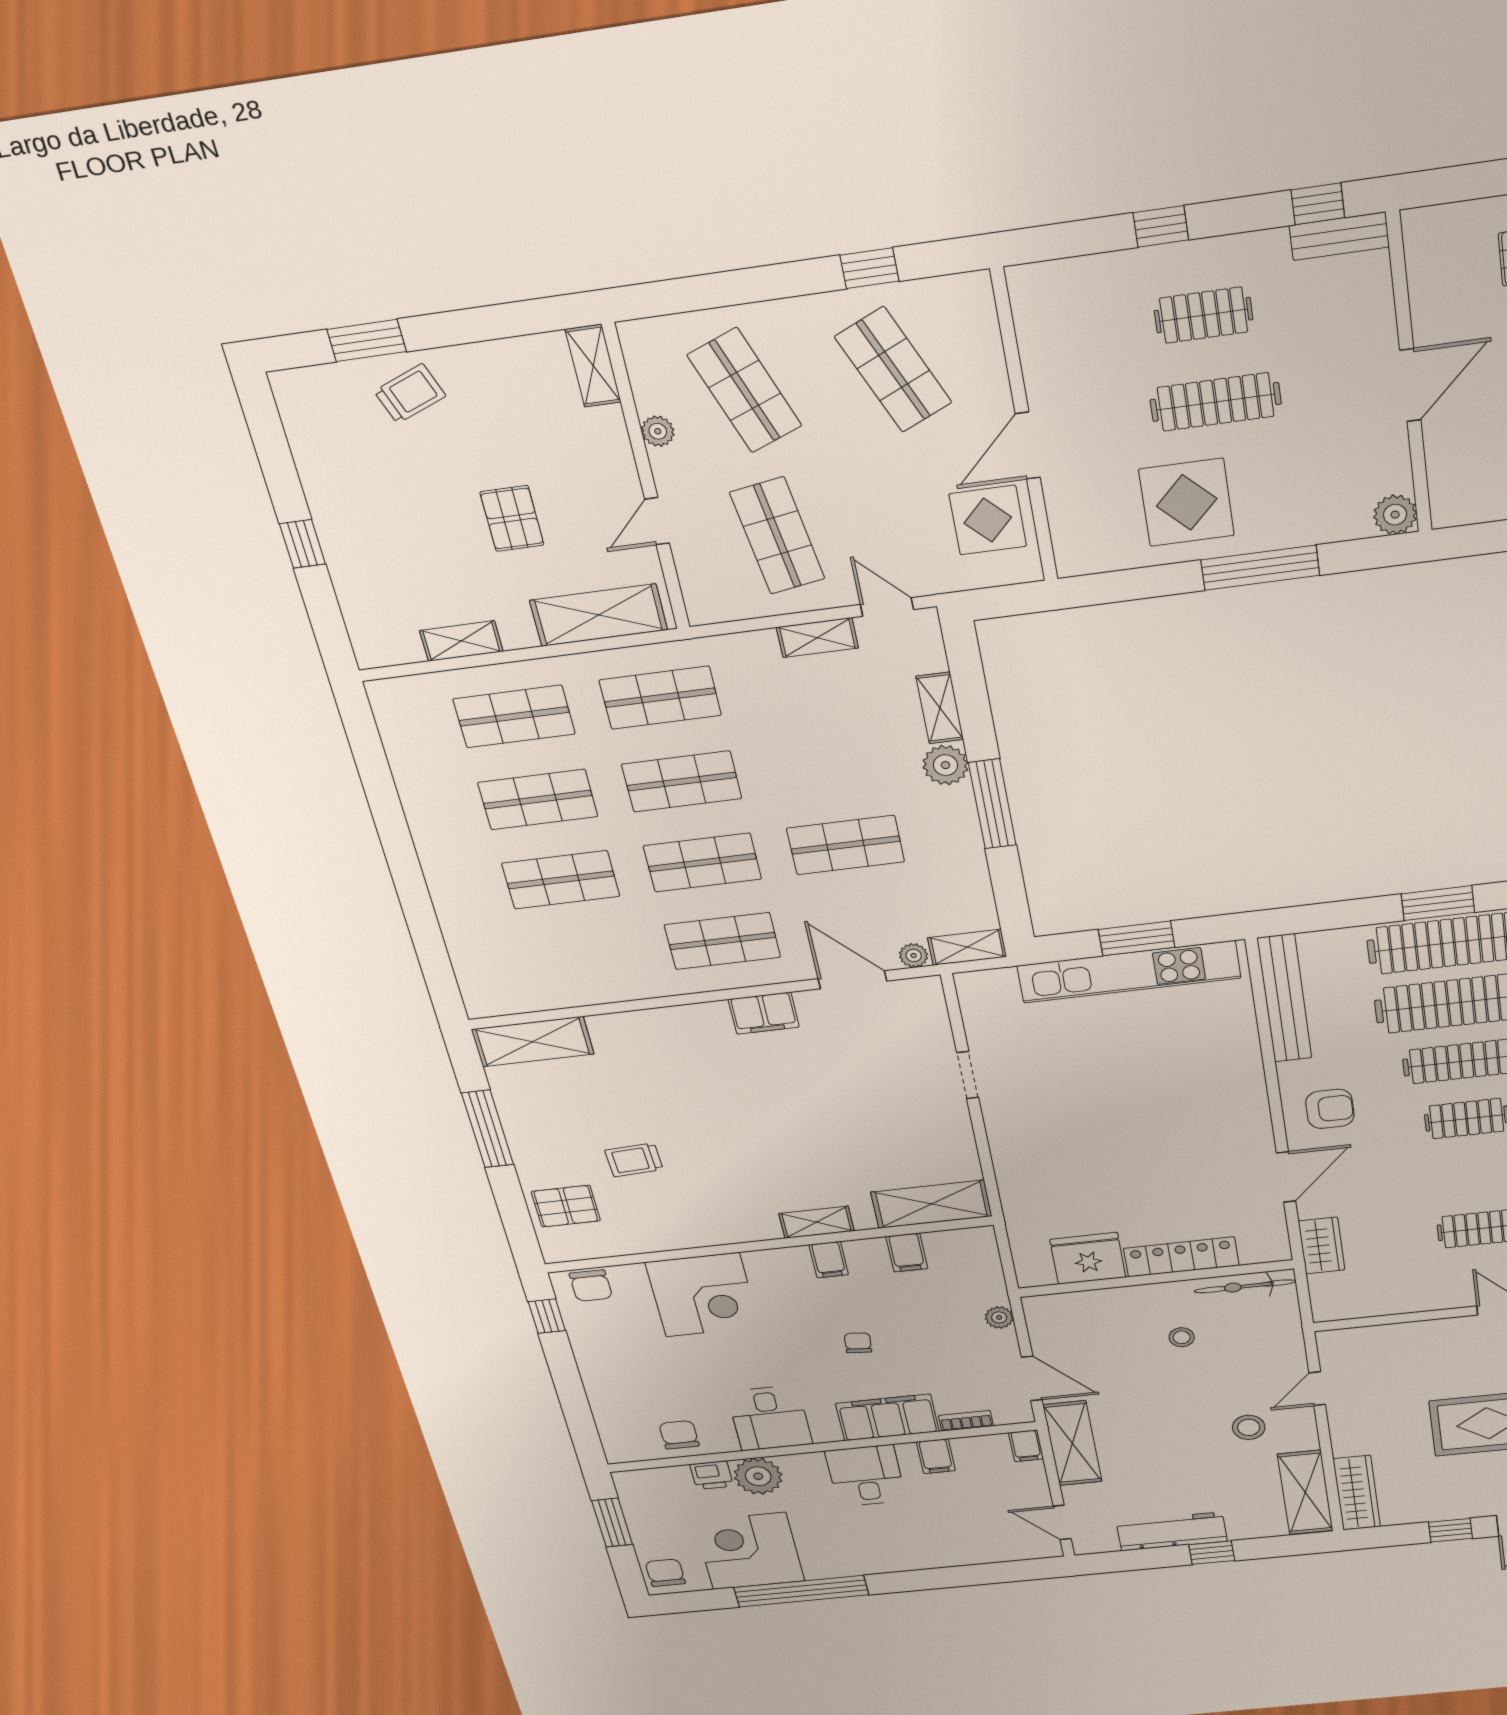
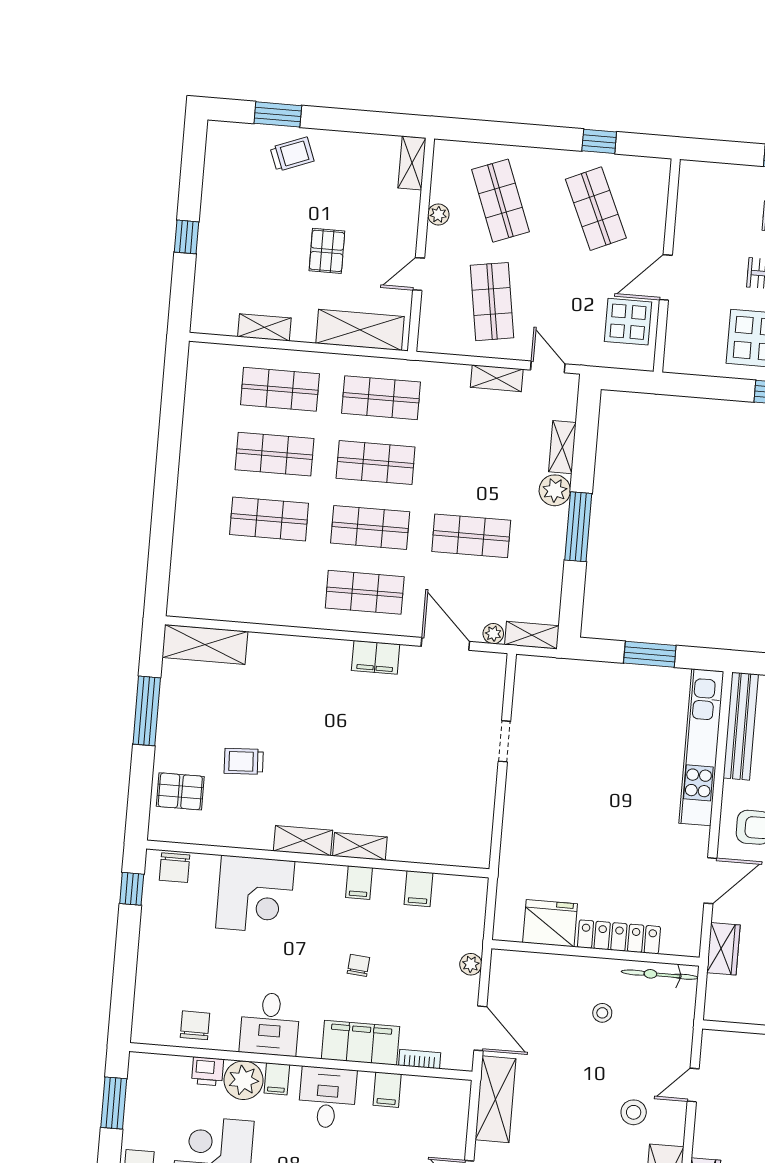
kitchen unit: (1129, 972) -> (701, 747), moved, turned 90
shelving: (931, 1204) -> (303, 841), moved, width x0.67, depth x0.75
filing cabinet: (1026, 1446) -> (277, 1079), moved

